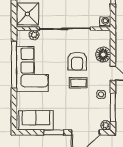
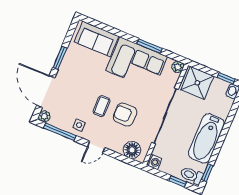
plant: (34, 35) -> (178, 67), moved
floor lamp: (103, 55) -> (132, 150), moved
window: (14, 65) -> (149, 46), width x0.47
sofa: (36, 120) -> (97, 39), moved, turned 90

